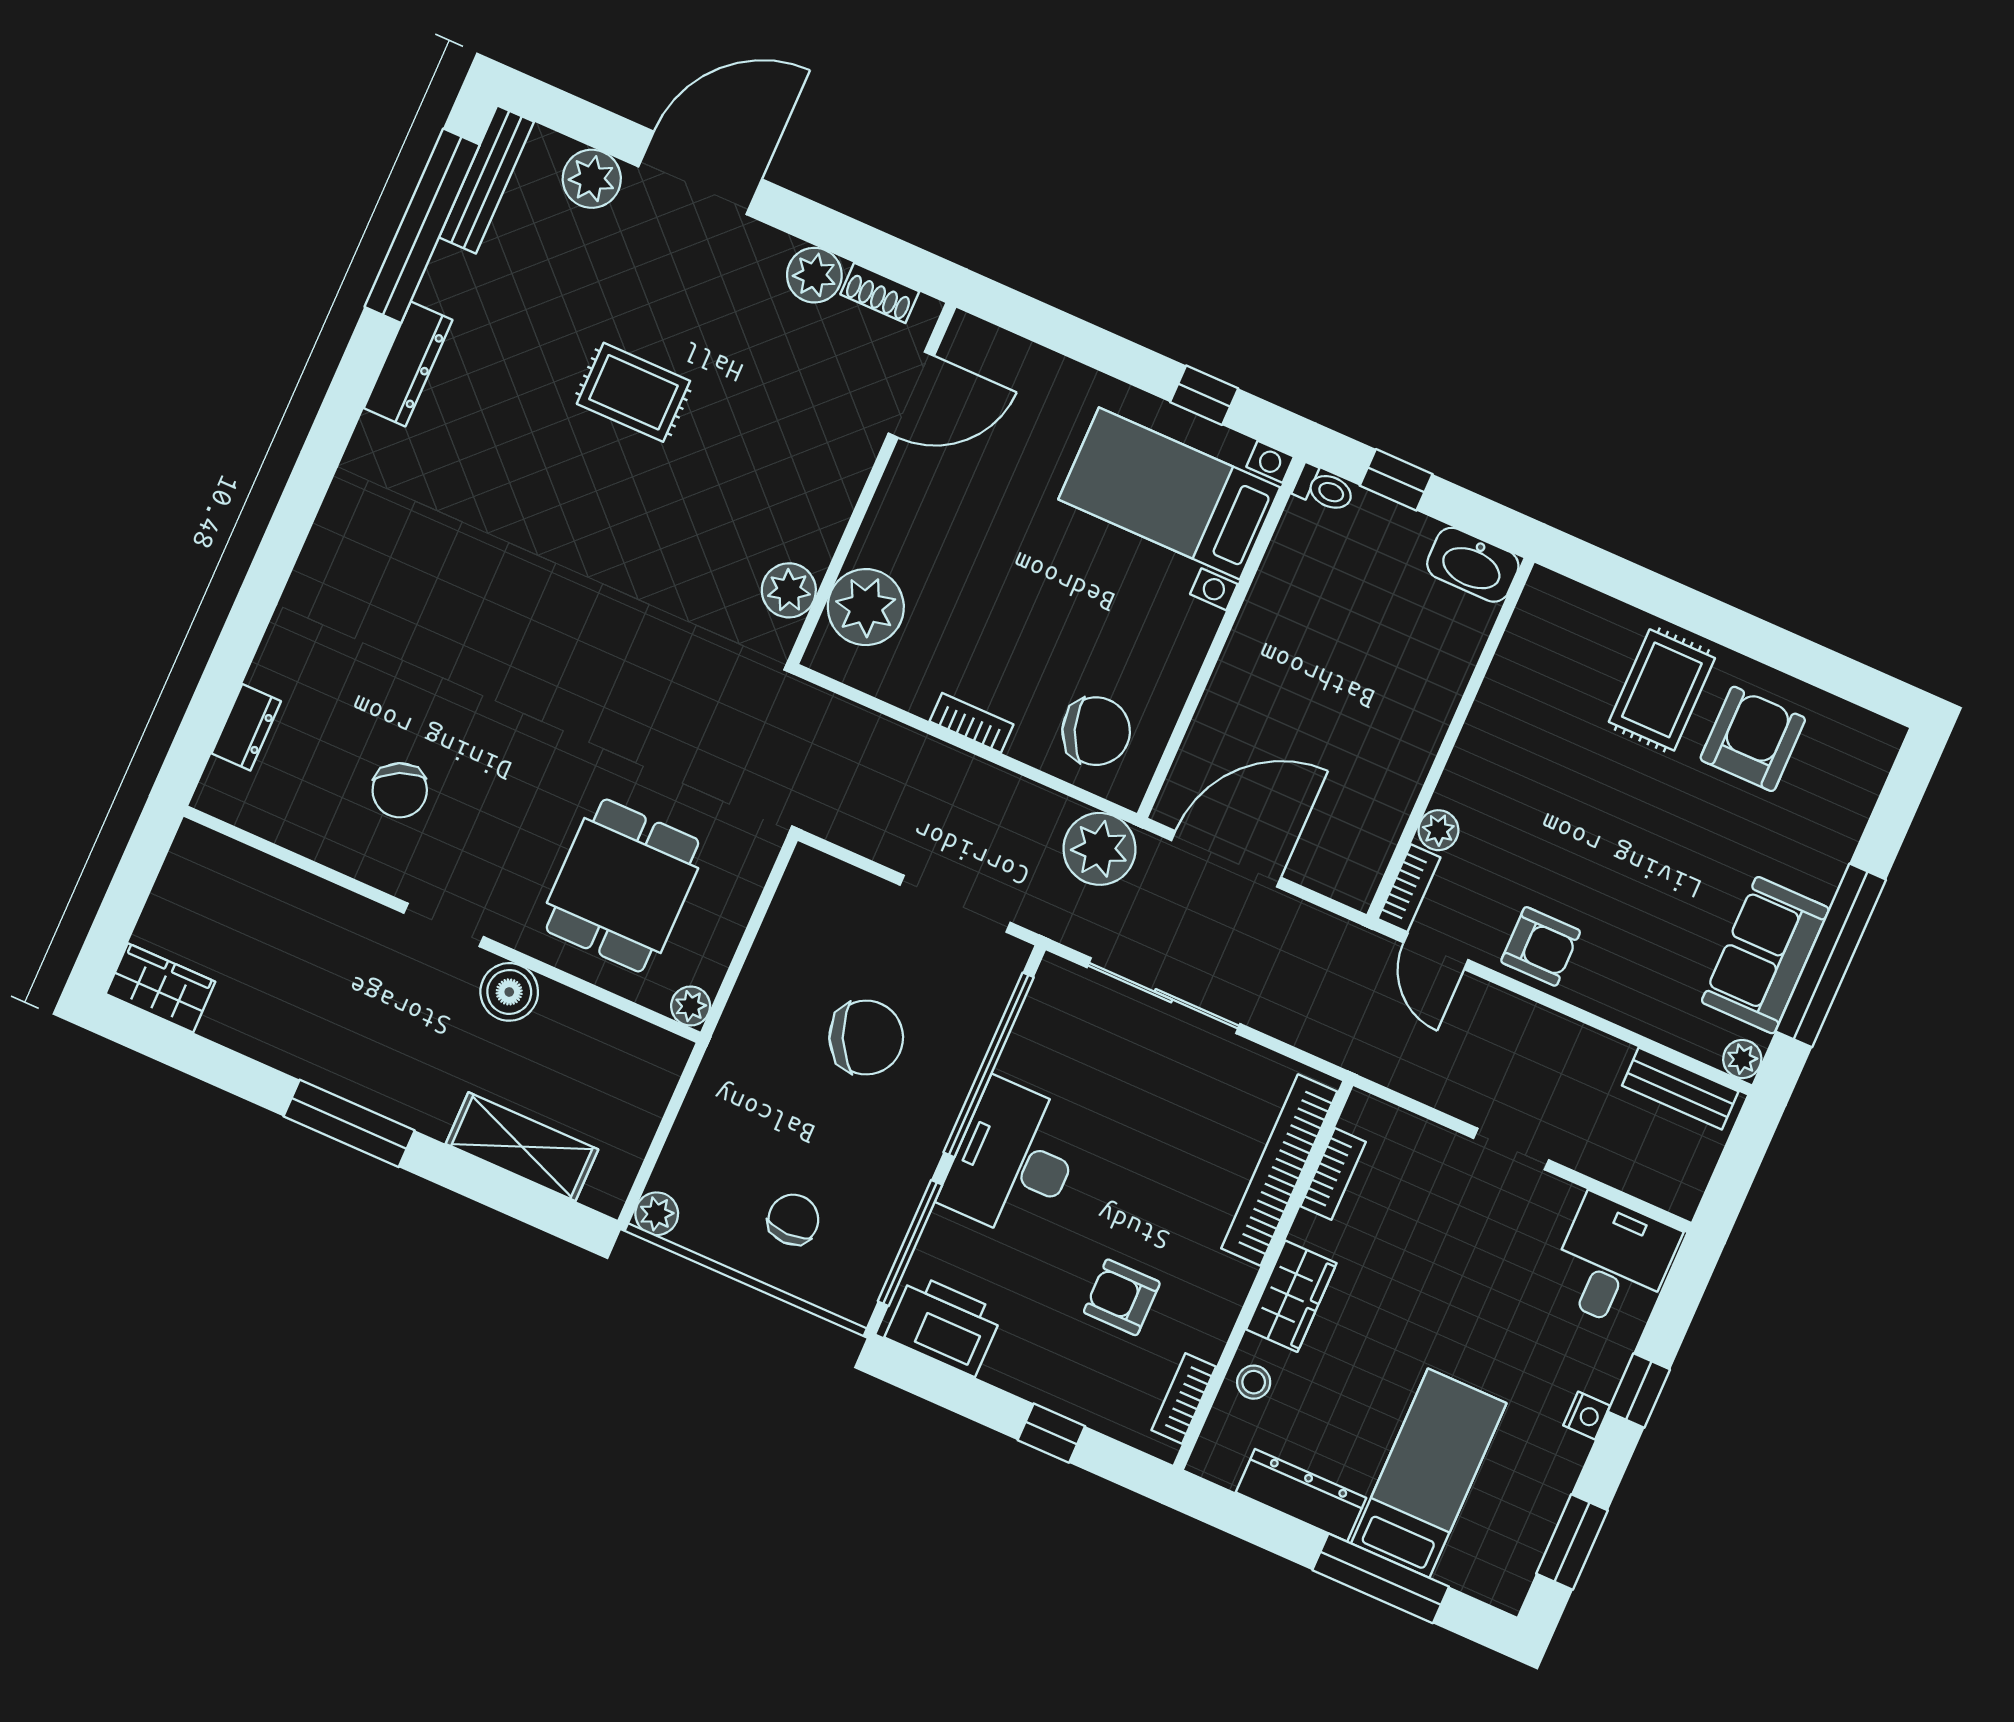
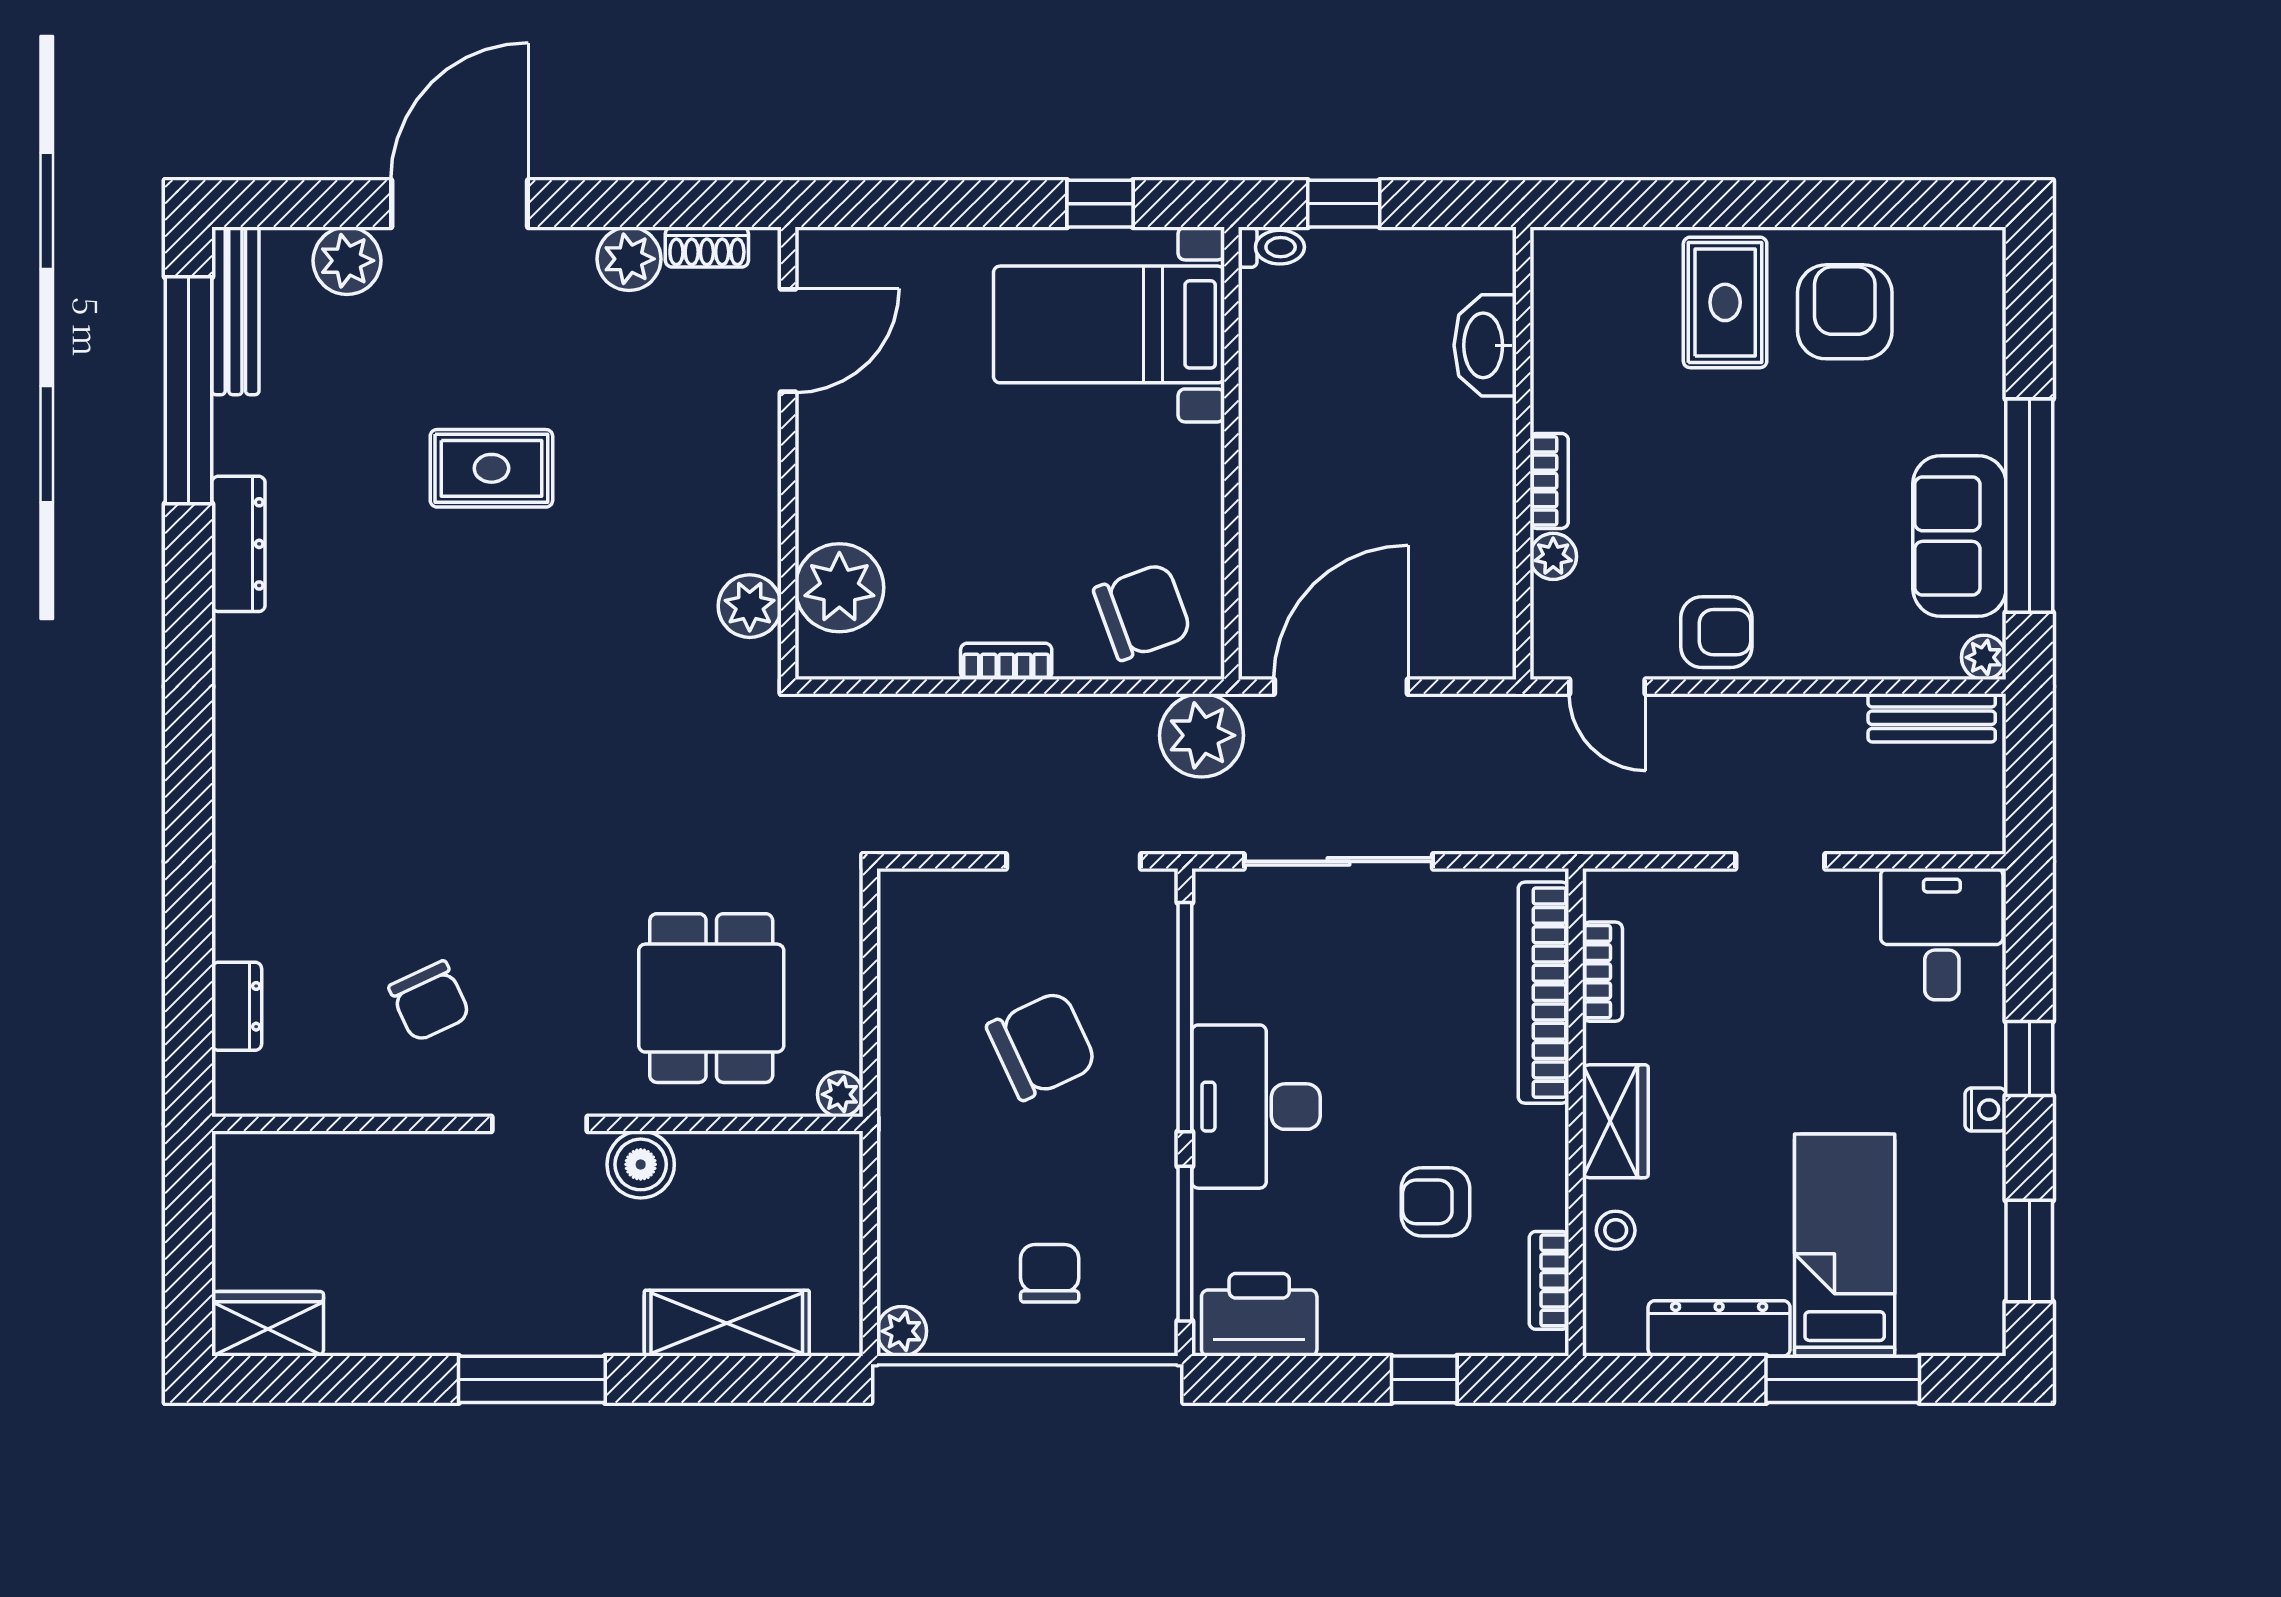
washbasin: (1473, 565) -> (1485, 345), moved, turned 90
bookcase: (1409, 888) -> (1549, 481), moved

